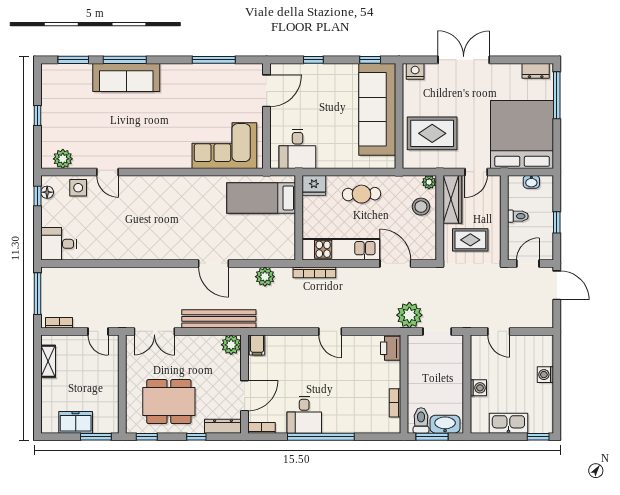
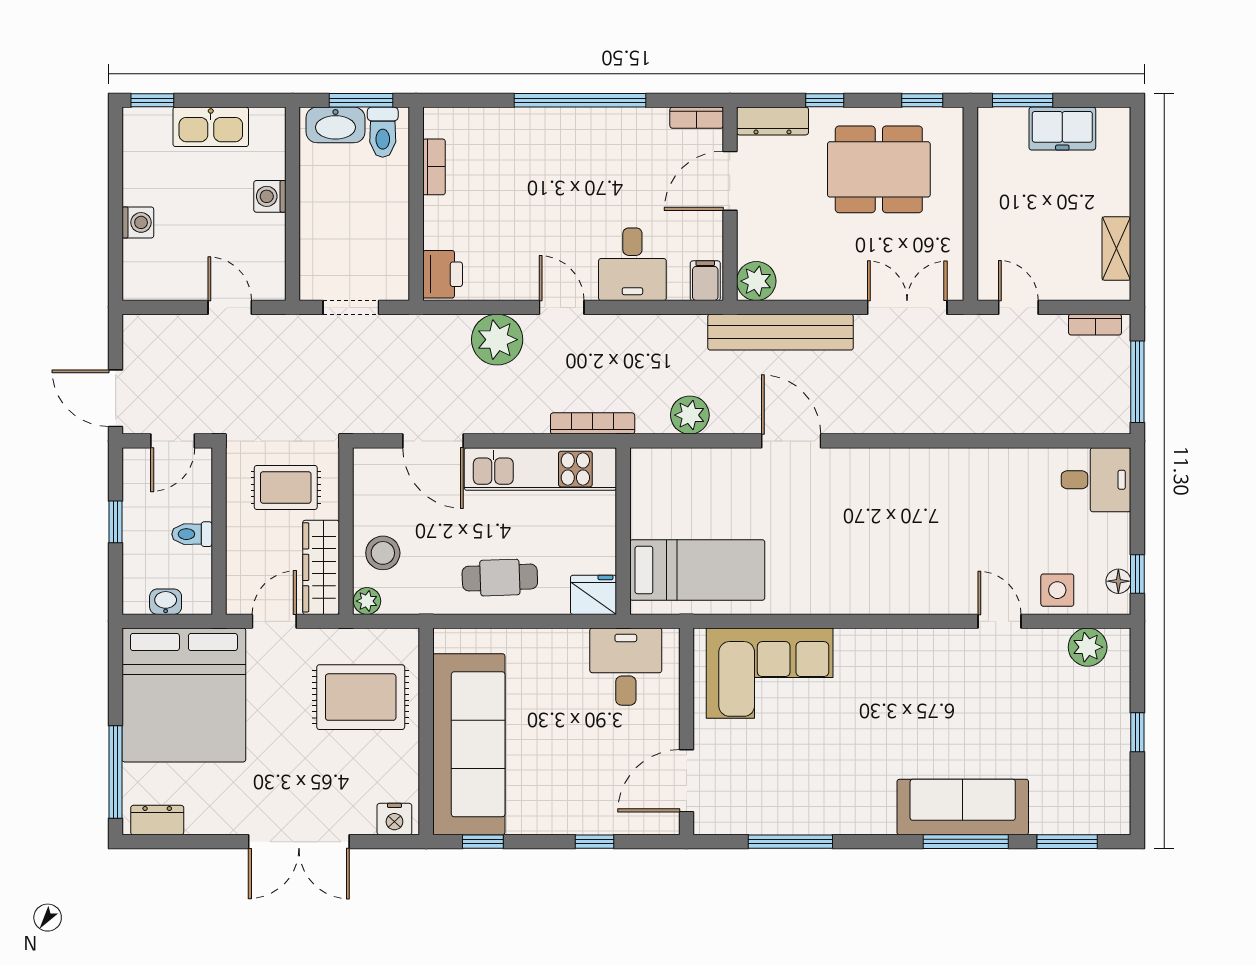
plant: (409, 315) -> (497, 340), moved
desk: (304, 415) -> (632, 264), moved, turned 180

